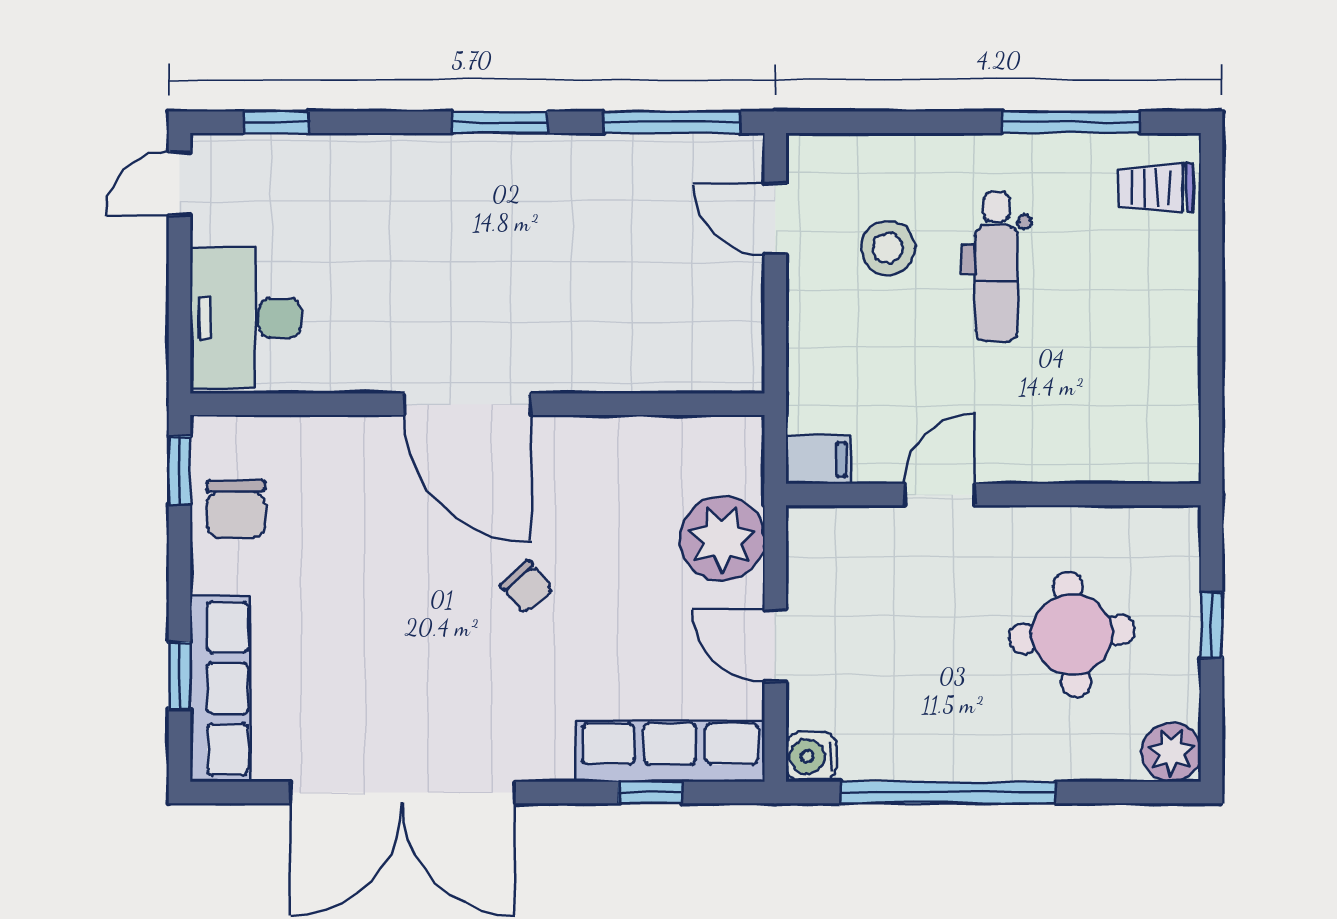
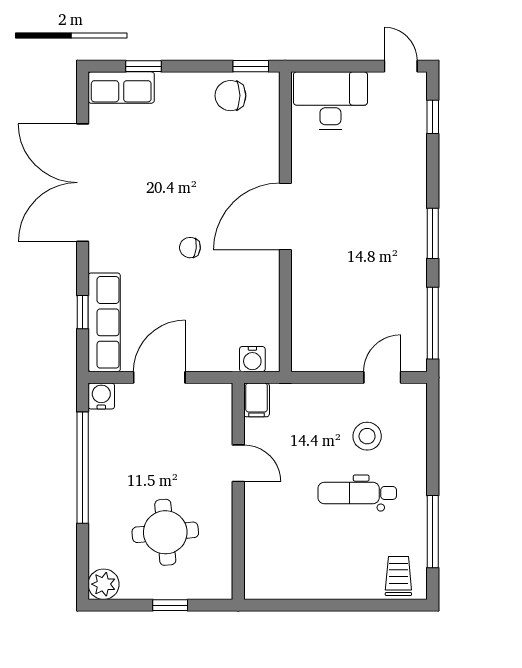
water cooler: (740, 467) -> (252, 359), added
plant: (722, 539) -> (215, 350), removed
chair: (527, 587) -> (190, 248), turned 47
door: (775, 646) -> (159, 377), width x1.38
row of seats: (220, 688) -> (121, 88), width x0.68

